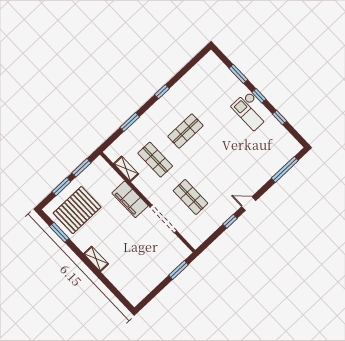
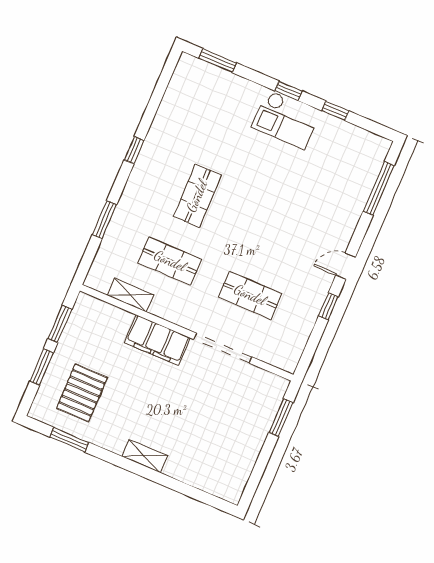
window: (238, 74) -> (218, 61), moved
pallet: (77, 210) -> (82, 393), width x0.73, depth x0.71

